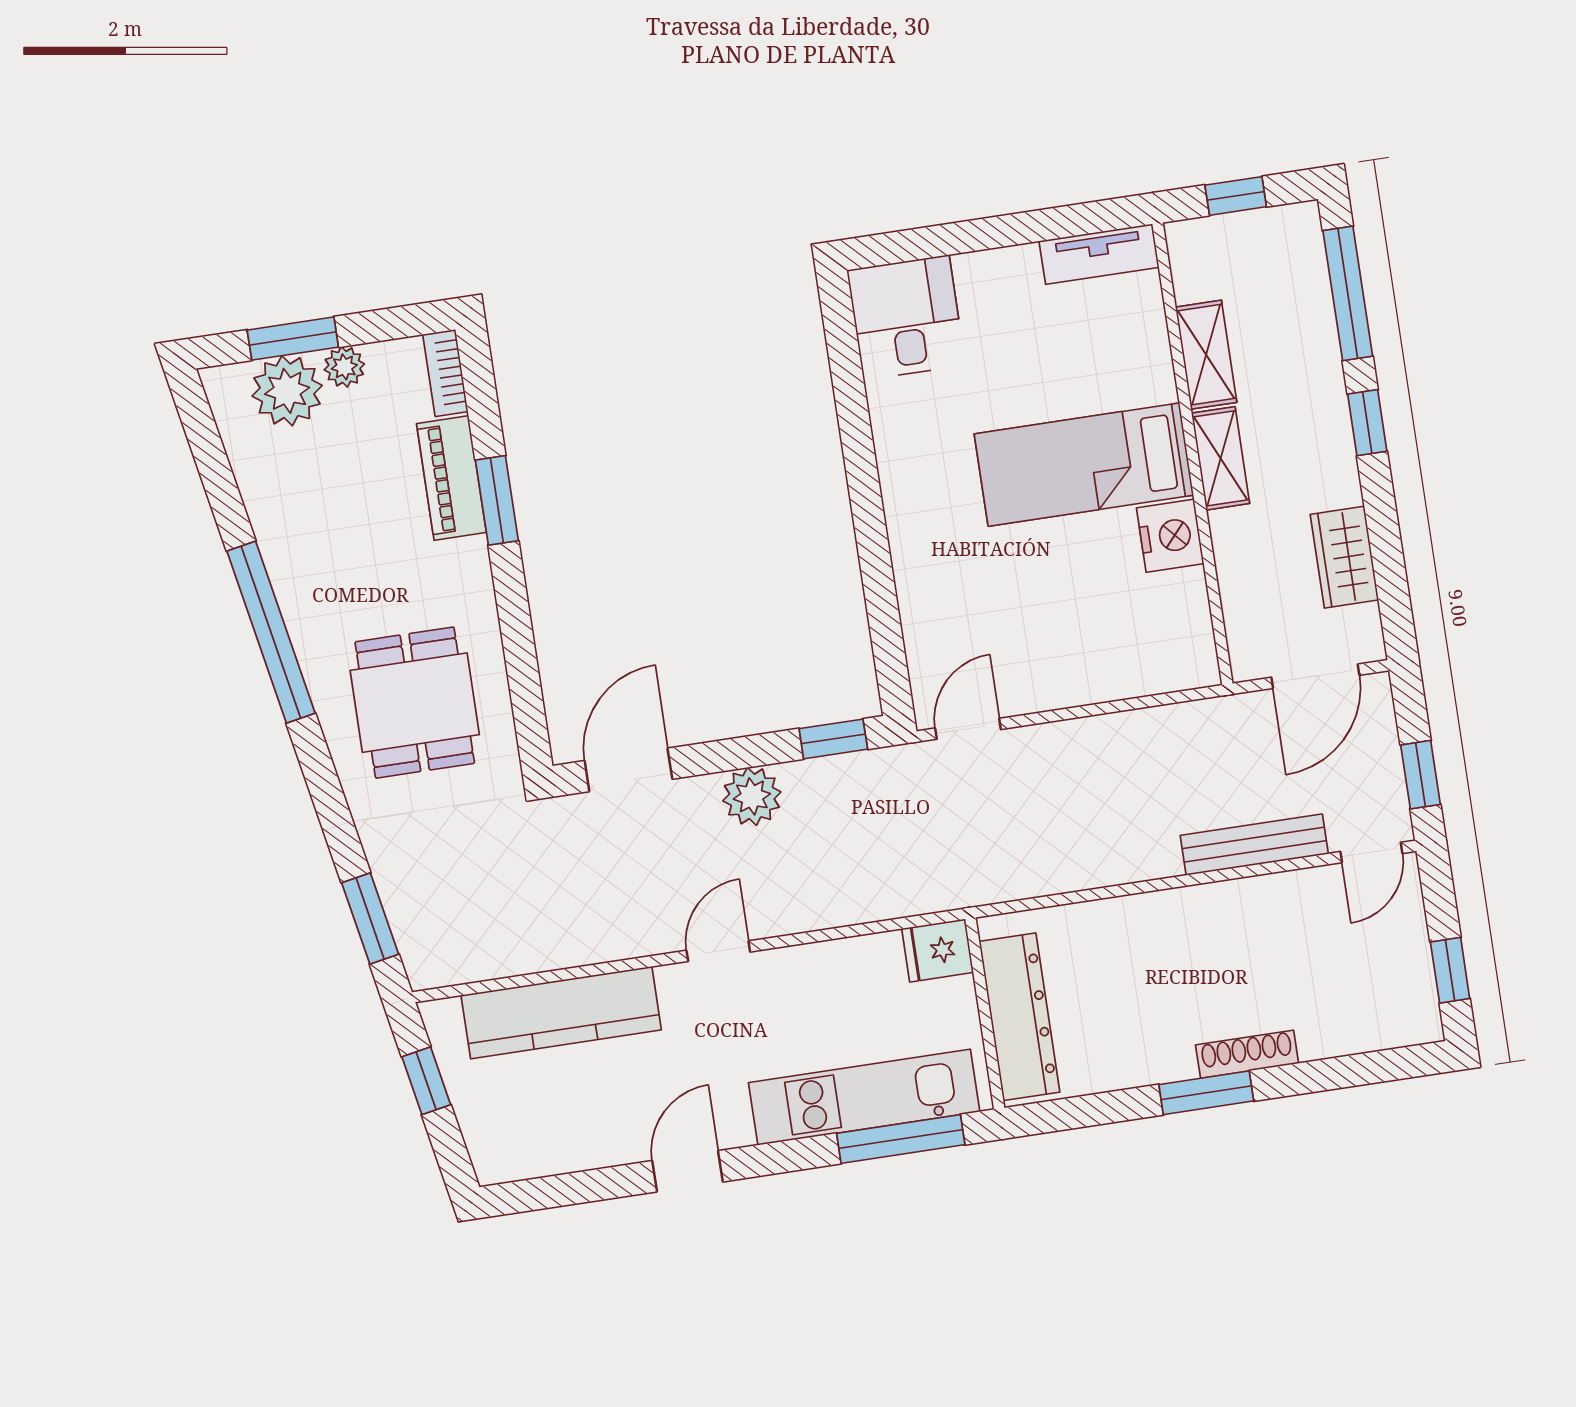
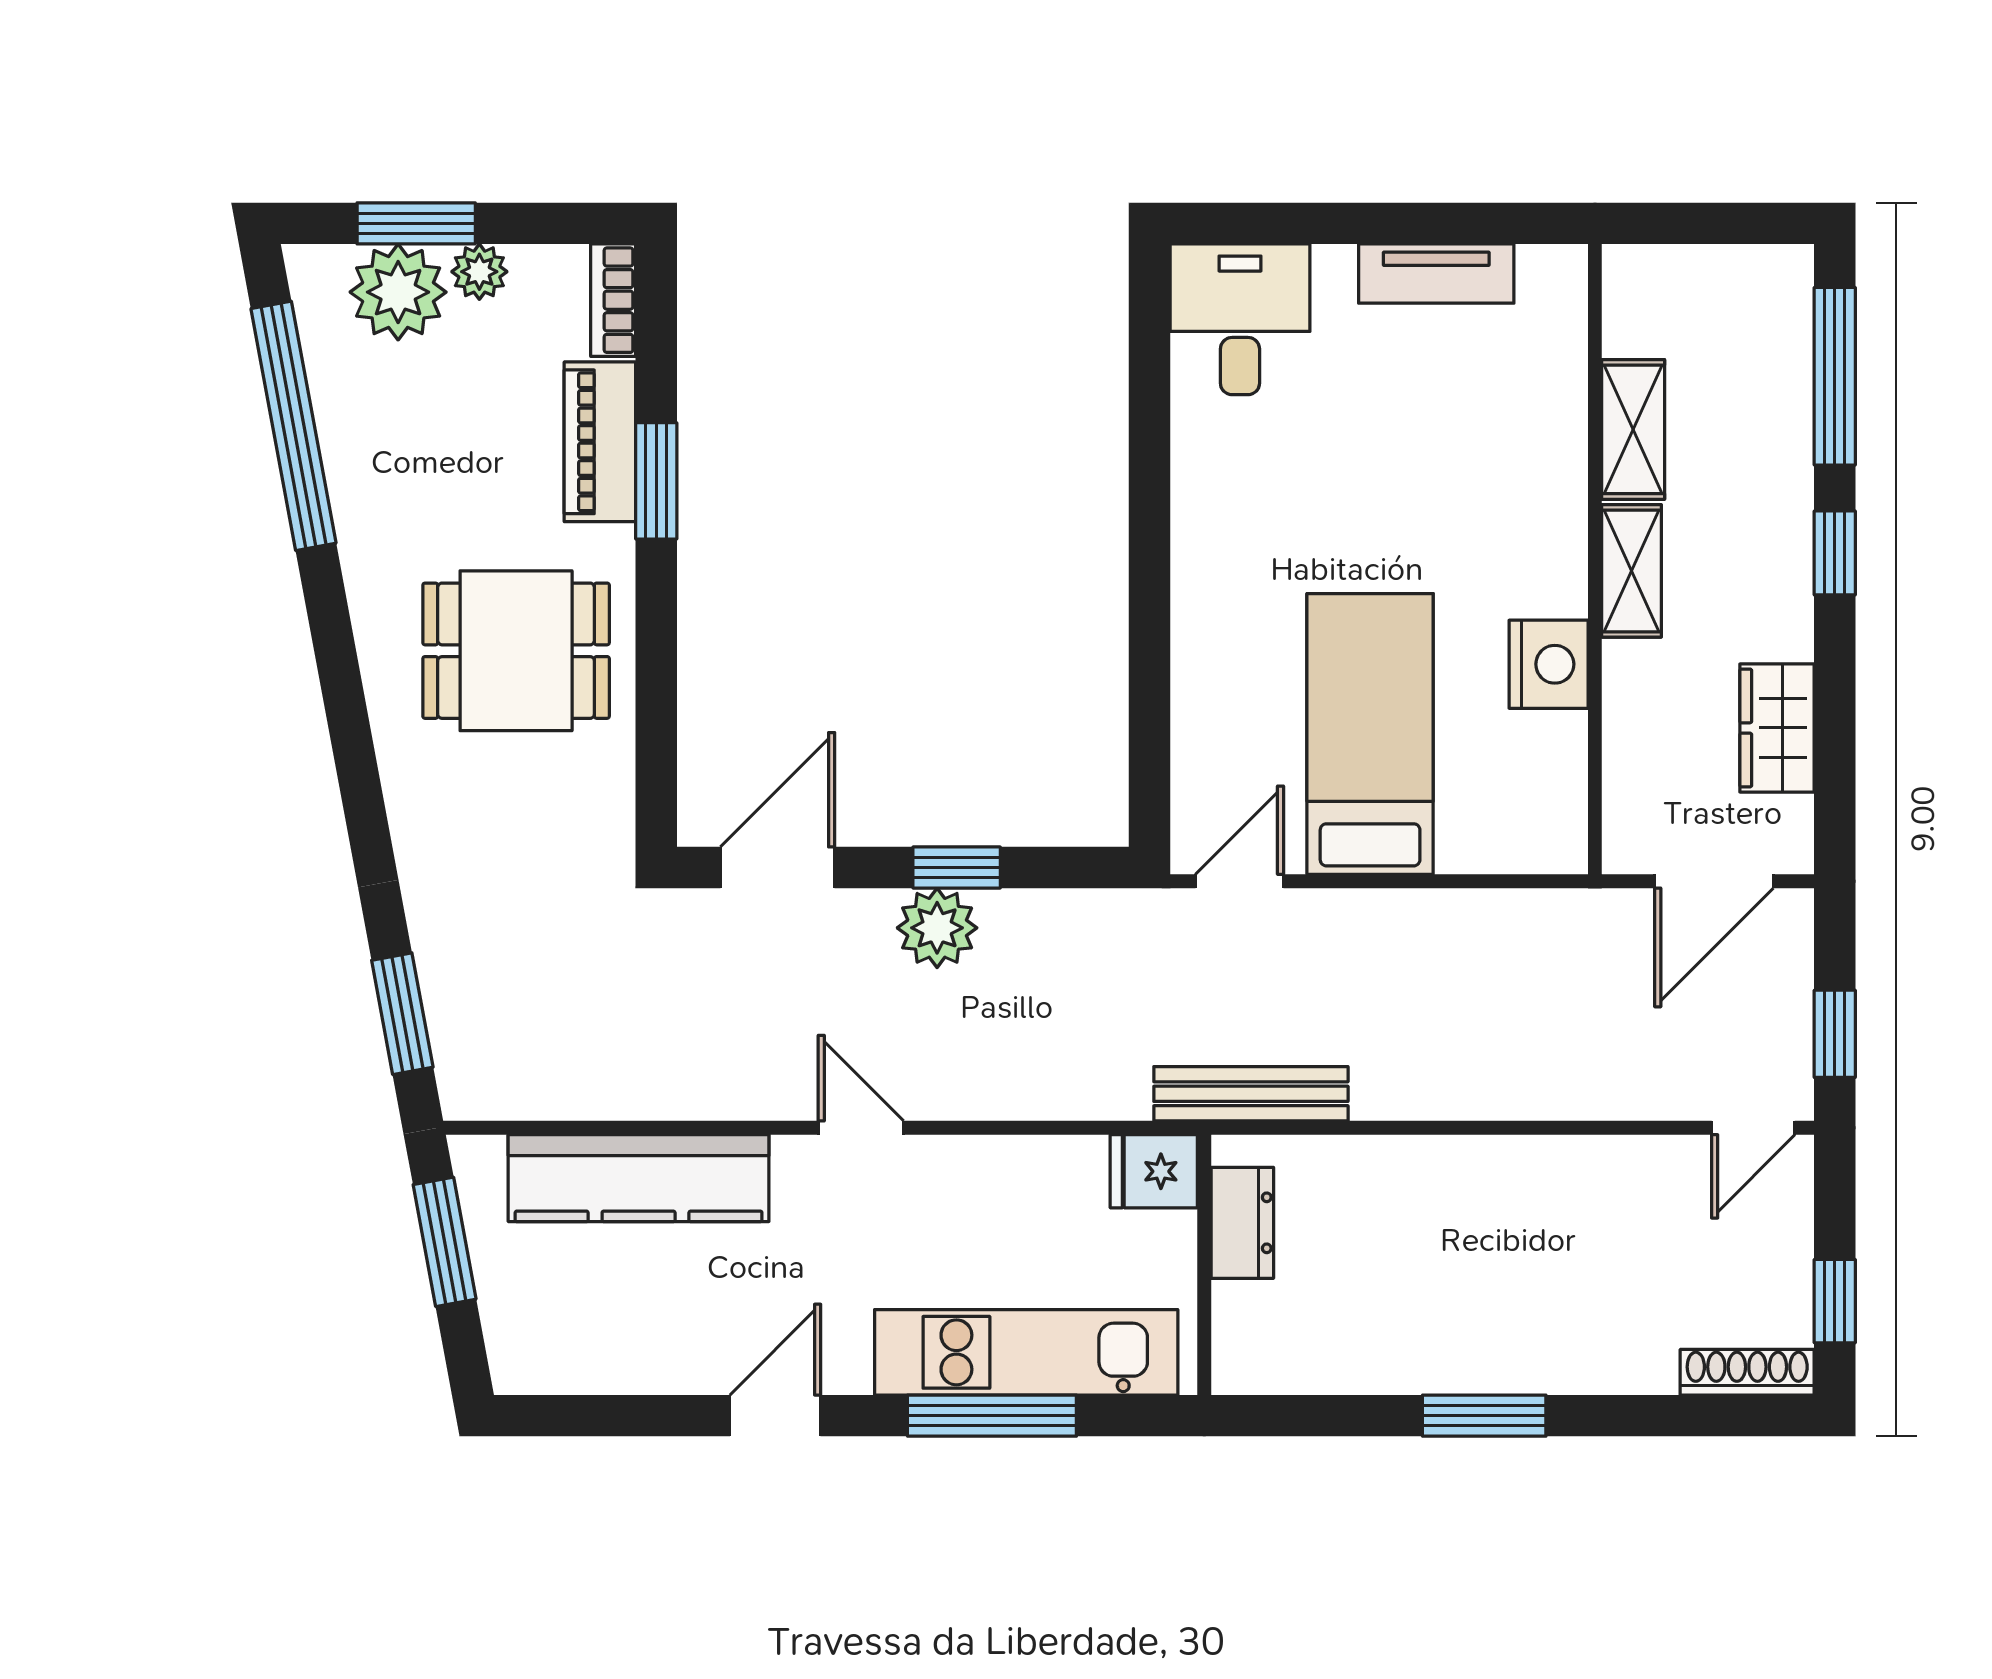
window: (1236, 196) -> (1705, 223), removed
tv unit: (1099, 254) -> (1436, 274), moved
bed: (1084, 465) -> (1370, 734), moved, turned 90
window: (271, 632) -> (294, 426), moved
dining table: (415, 703) -> (516, 651), moved, turned 90
window: (833, 739) -> (957, 867), moved
bench: (1254, 845) -> (1251, 1094), moved
door: (718, 951) -> (861, 1128), hinge flipped
dresser: (1019, 1017) -> (1242, 1223), width x0.51, depth x0.80
shoe rack: (1247, 1054) -> (1747, 1372), moved
window: (426, 1081) -> (445, 1242), width x1.50
window: (901, 1139) -> (992, 1416), moved

